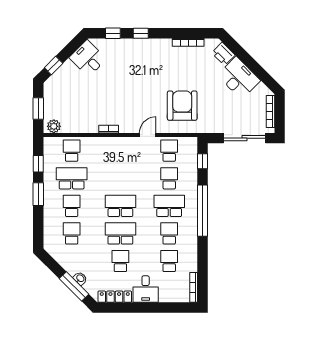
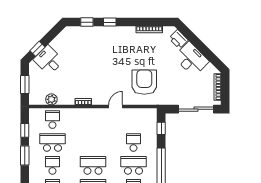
desk: (88, 58) -> (49, 60), moved
plant: (54, 126) -> (51, 99), moved
school desk: (169, 151) -> (133, 120), removed

